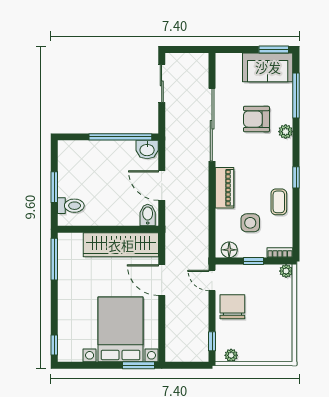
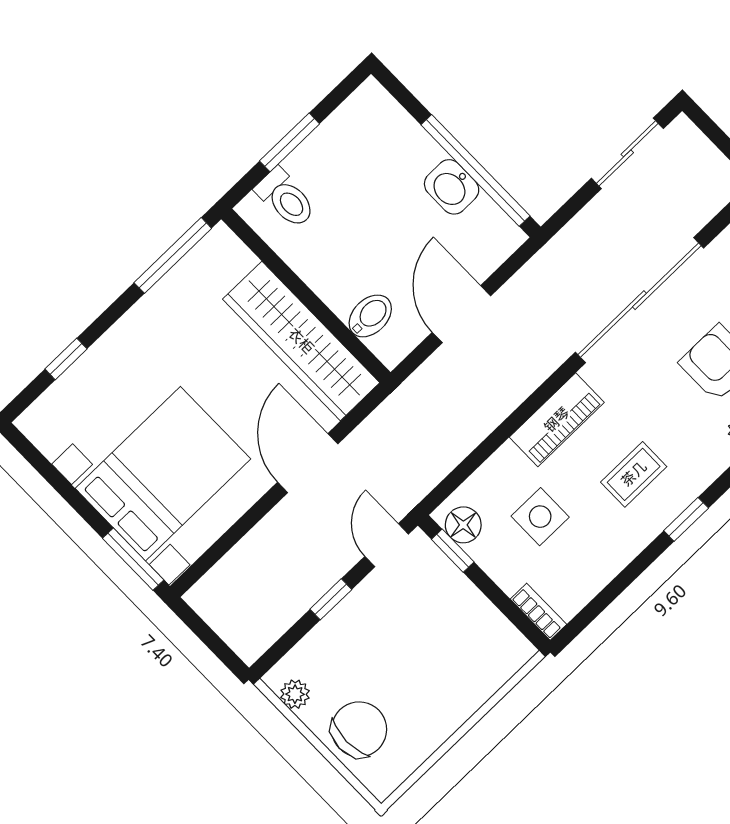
washbasin: (147, 150) -> (452, 187), moved
coffee table: (279, 202) -> (634, 474), moved
bidet: (148, 215) -> (370, 316), moved
window: (253, 261) -> (453, 551), moved
plant: (286, 271) -> (518, 651), removed
chair: (232, 307) -> (359, 729), moved
window: (212, 341) -> (331, 599), moved
window: (54, 345) -> (66, 359), moved

